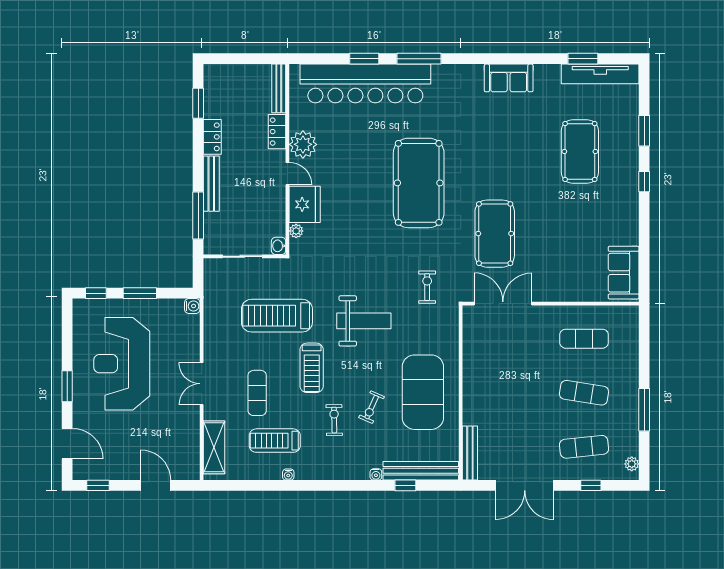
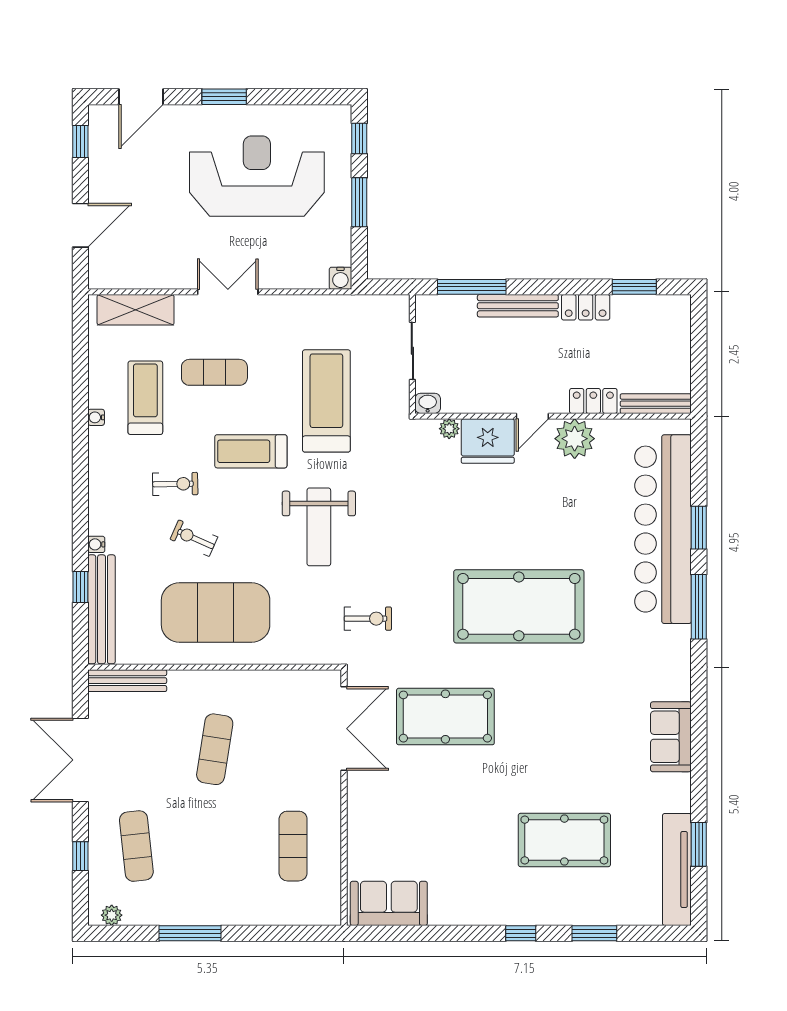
exercise mat: (584, 393) -> (215, 749), moved

